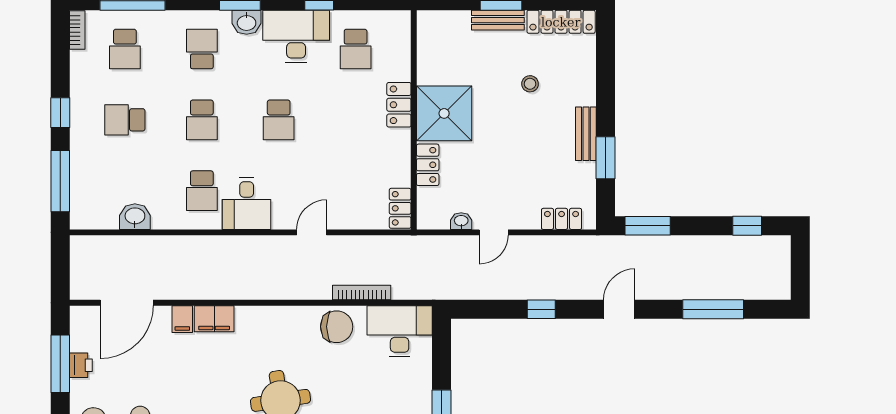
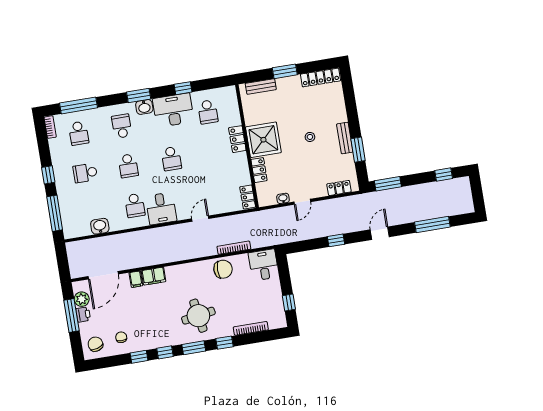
bench: (498, 20) -> (261, 86), moved
stool: (530, 84) -> (310, 137), moved
desk: (400, 331) -> (264, 265), width x0.73
plant: (82, 338) -> (82, 299), added

